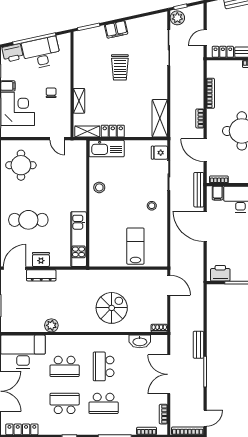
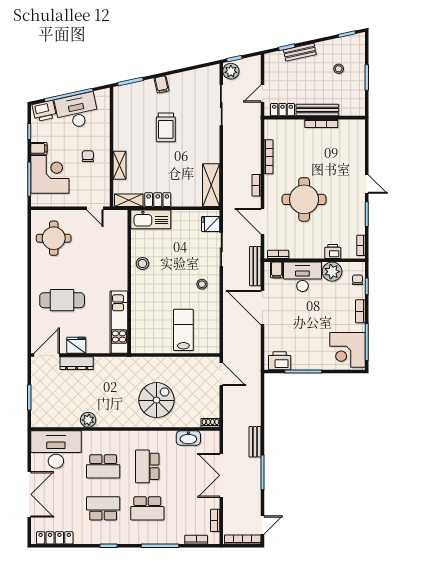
filing cabinet: (116, 29) -> (162, 84), width x0.50

